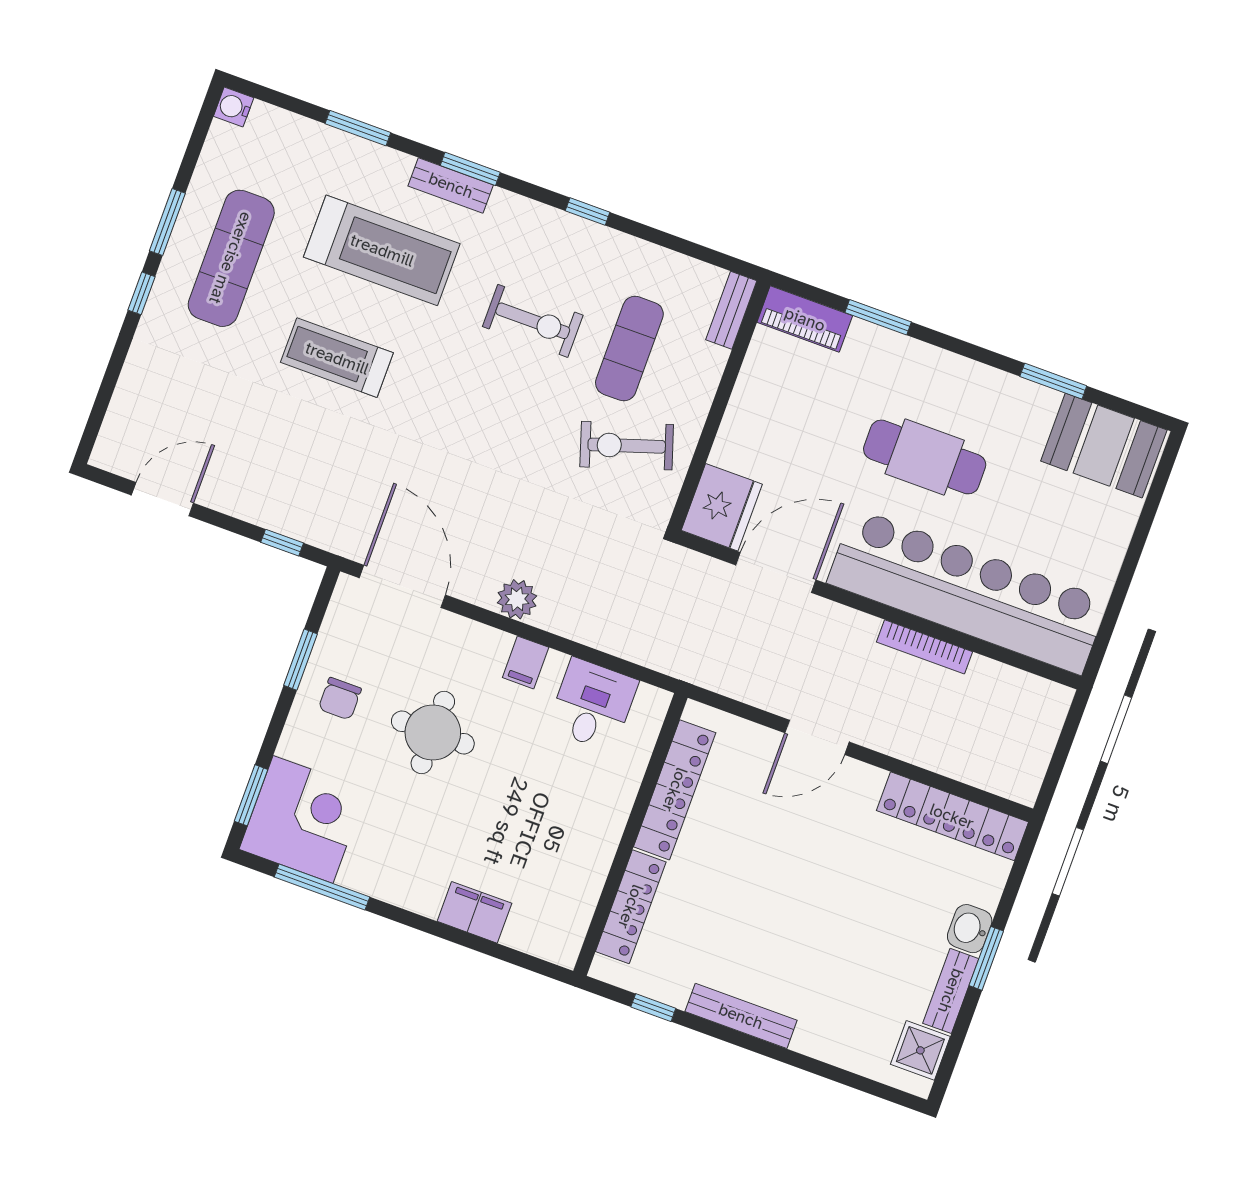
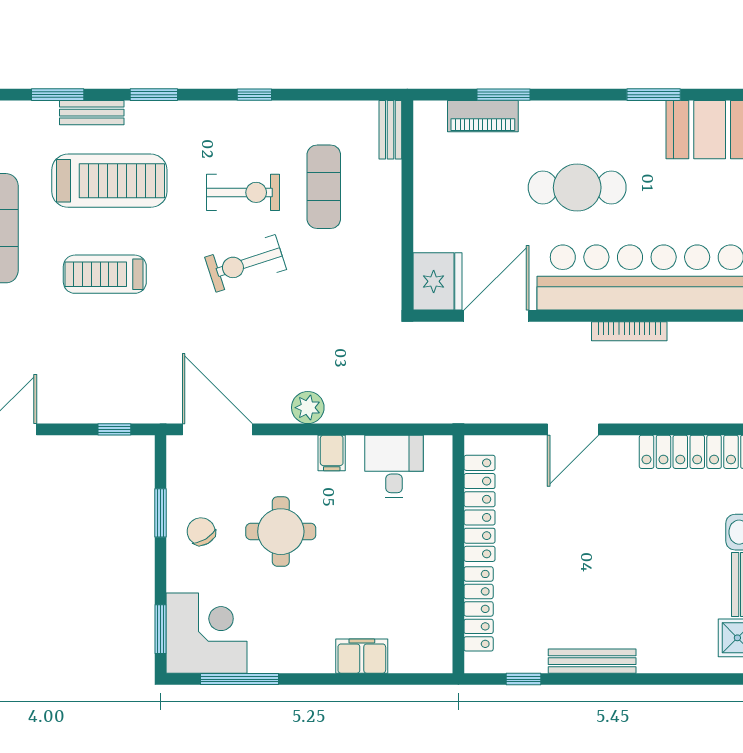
bench: (451, 185) -> (92, 113), moved
piano: (805, 319) -> (483, 116), moved
exercise bike: (627, 446) -> (246, 263), moved
chair: (340, 699) -> (201, 532), turned 149

